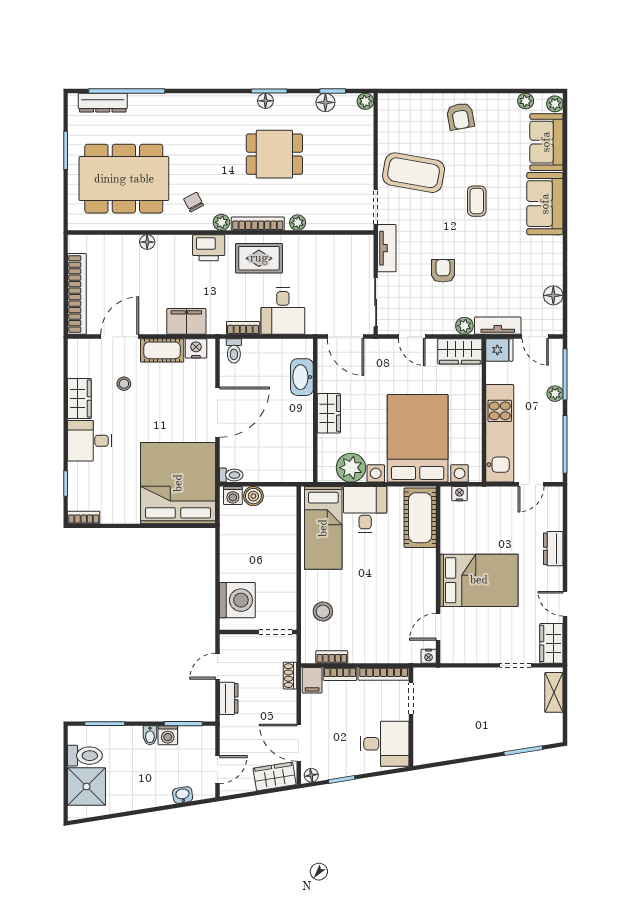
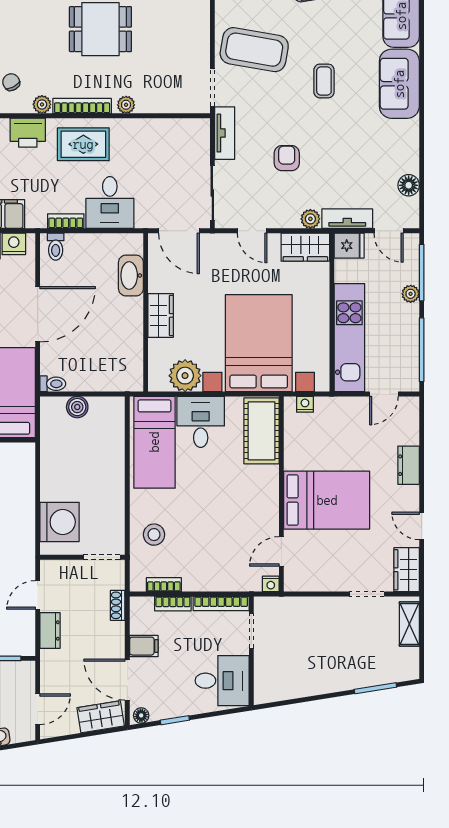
washing machine: (233, 496) -> (55, 406), removed
filing cabinet: (312, 680) -> (144, 646), moved, turned -90

